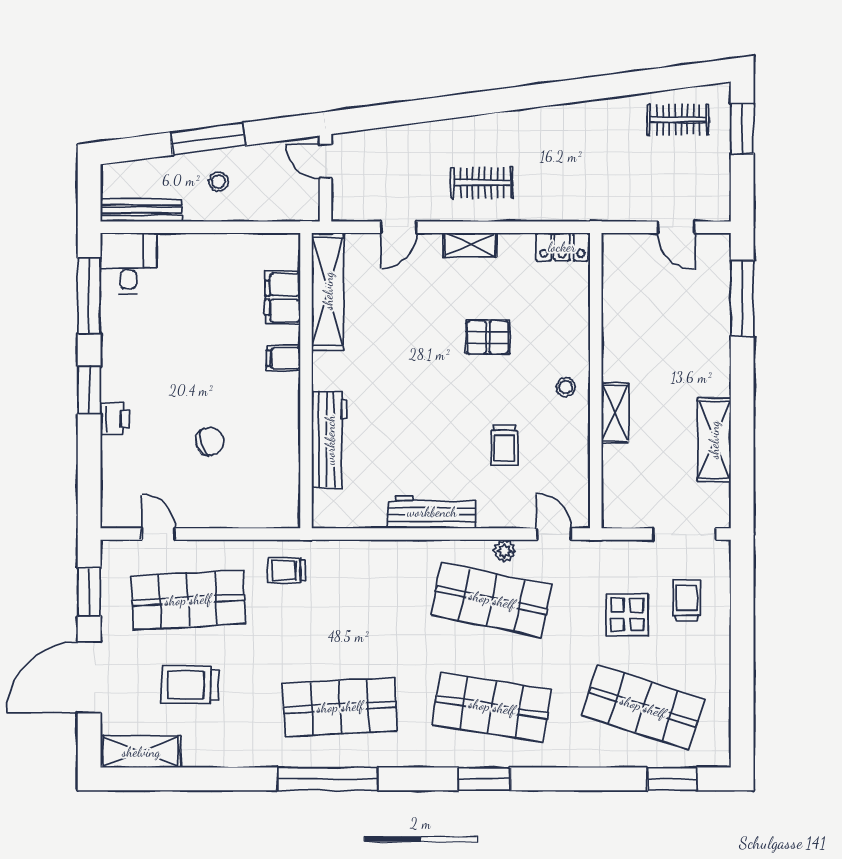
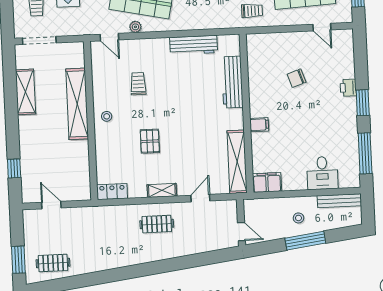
desk: (129, 263) -> (322, 173), moved
filing cabinet: (283, 298) -> (267, 182), moved, turned -90
window: (742, 299) -> (14, 168), width x0.46
pallet: (488, 337) -> (150, 141), turned 90
shelving: (615, 413) -> (77, 104), width x2.20, depth x1.33
workbench: (432, 512) -> (194, 45), moved

